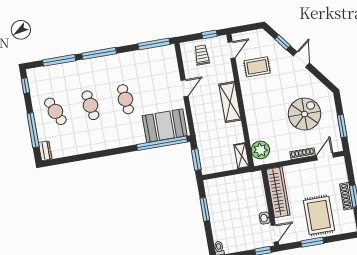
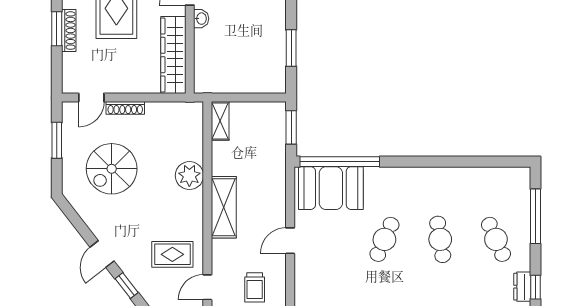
cafe table: (125, 99) -> (384, 239), turned 30
plant: (260, 150) -> (189, 176), moved
dresser: (45, 151) -> (522, 287), moved

